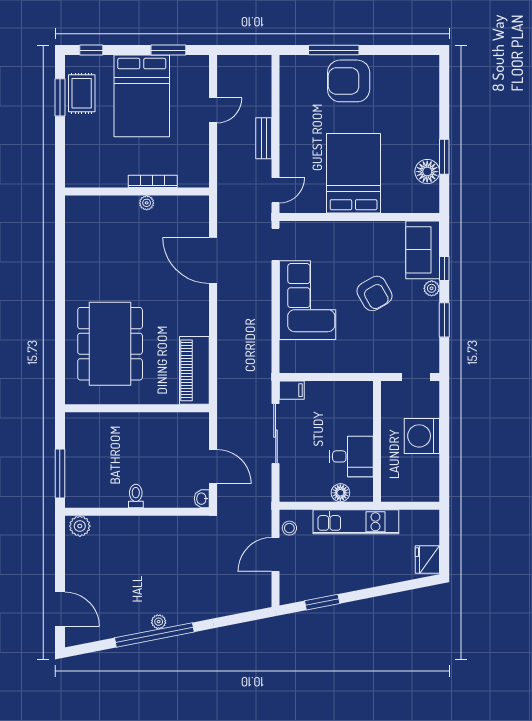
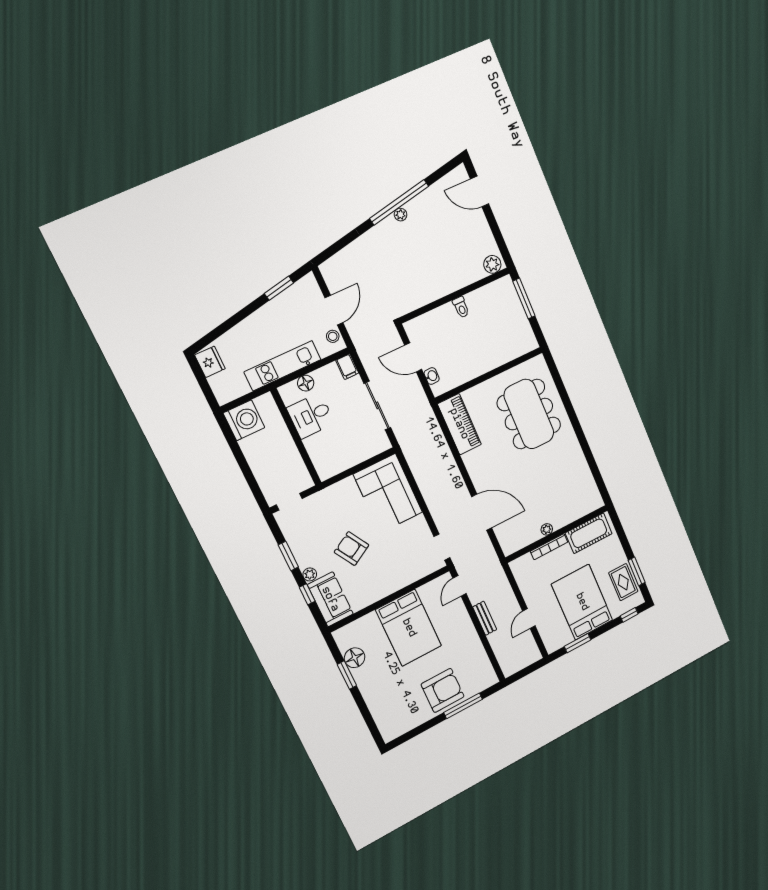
cot: (99, 173) -> (589, 533), added
corner sofa: (308, 300) -> (388, 493), moved
filing cabinet: (292, 390) -> (347, 367), moved, turned -90
washing machine: (422, 436) -> (244, 420), moved
washbasin: (202, 499) -> (432, 376), moved

